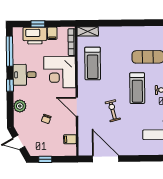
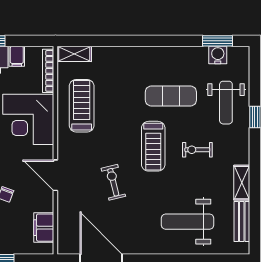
treadmill: (93, 63) -> (82, 106), turned 180
filing cabinet: (70, 139) -> (44, 228), width x2.00

